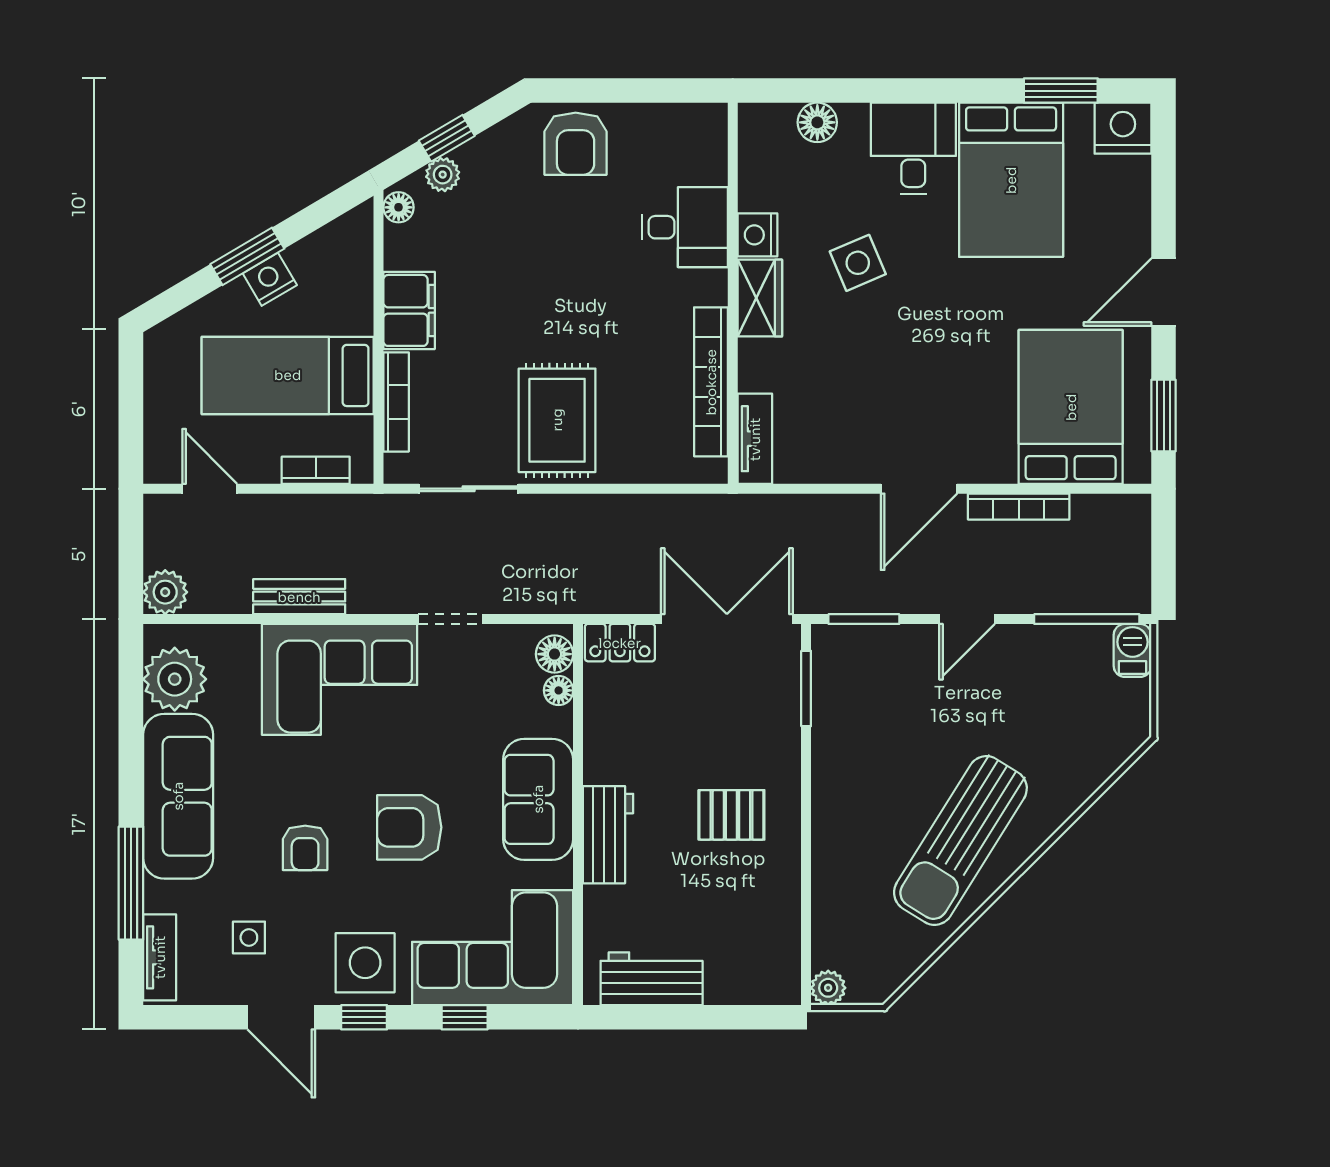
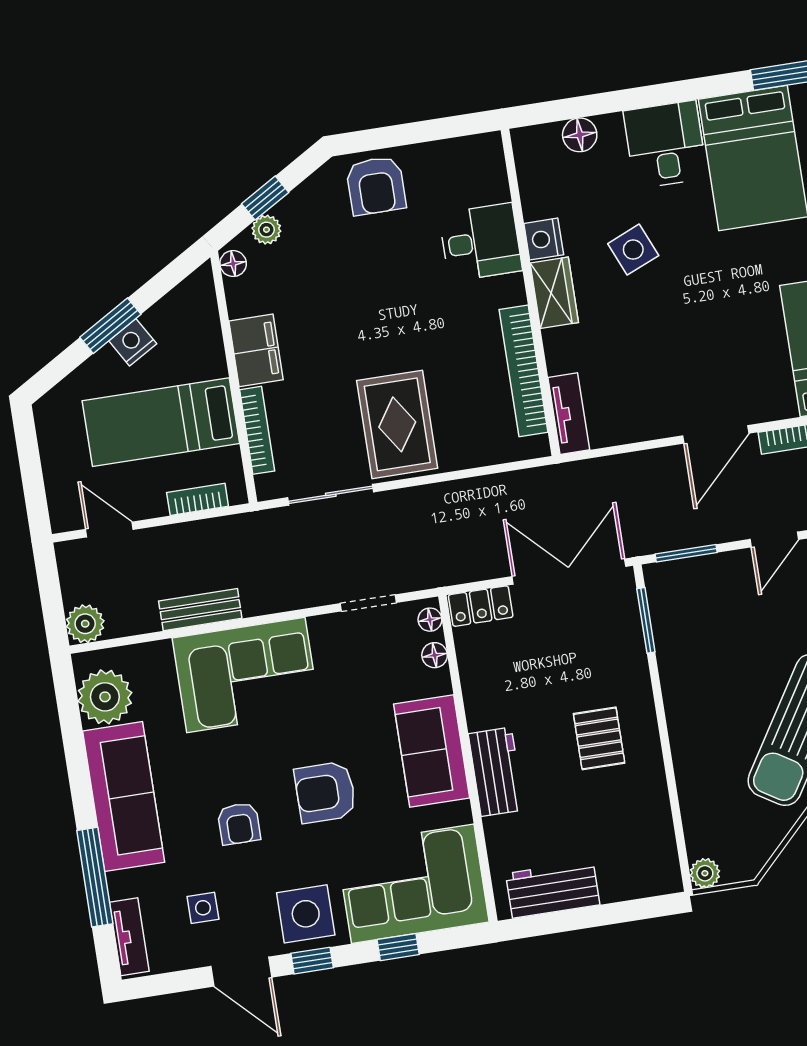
doorway: (451, 619) -> (368, 603), moved
floor lamp: (555, 654) -> (430, 620), width x0.73, depth x0.73
pallet: (731, 815) -> (599, 738), turned 90

